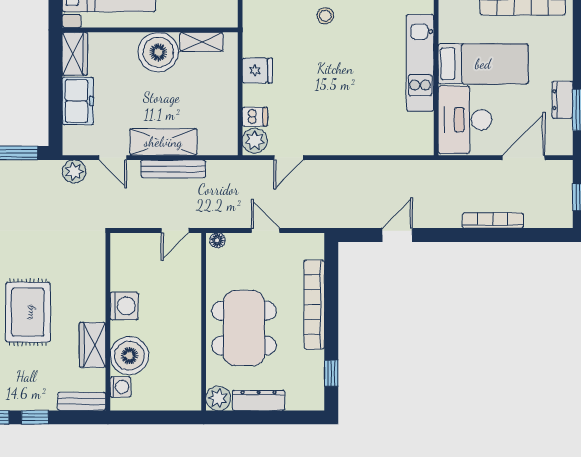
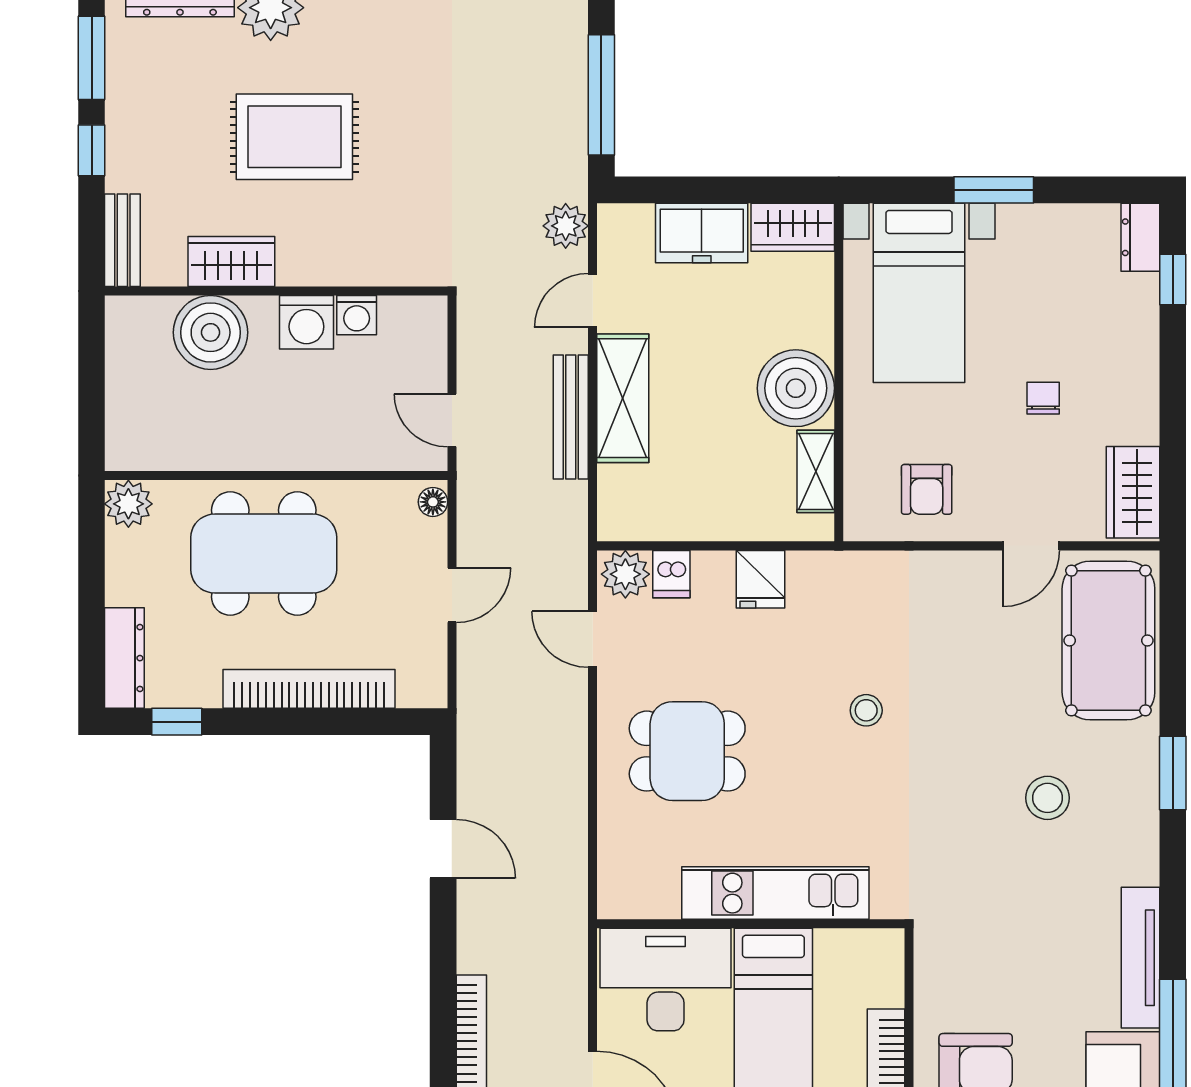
dining table: (346, 109) -> (687, 751), added
washing machine: (120, 387) -> (357, 315), moved
dresser: (258, 400) -> (124, 658), moved

